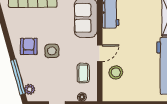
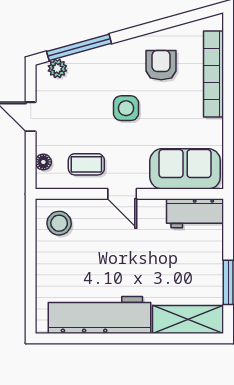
armchair: (29, 46) -> (161, 65), moved, turned -90
stool: (116, 72) -> (59, 223), moved

